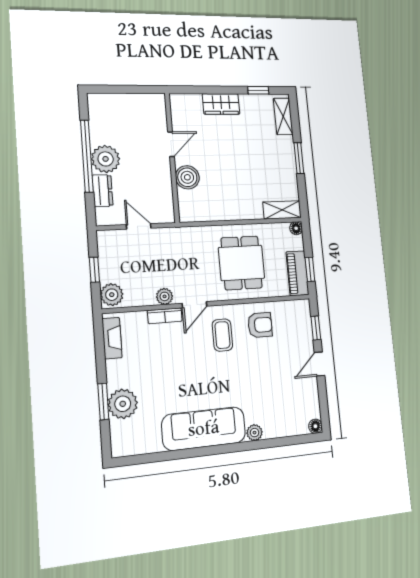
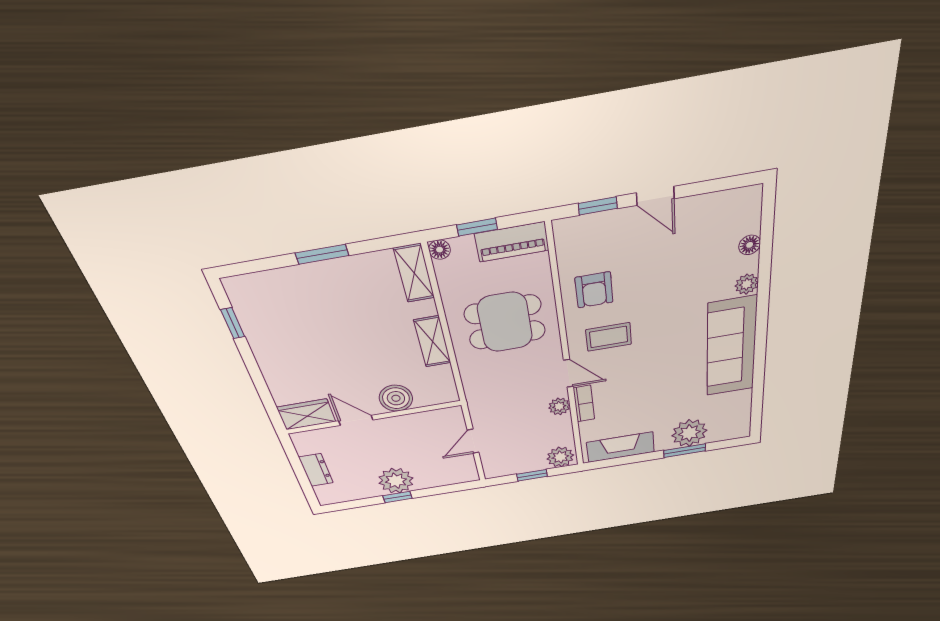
wardrobe: (221, 104) -> (306, 414), moved, turned -90
shelving: (283, 116) -> (432, 342), moved, turned 90
window: (87, 156) -> (398, 497), width x0.32
dresser: (103, 191) -> (316, 470), moved, turned 90
window: (310, 269) -> (477, 227), moved
armchair: (260, 325) -> (594, 290), turned 180
fireplace: (112, 338) -> (620, 447), width x1.37, depth x1.32
floor lamp: (315, 426) -> (750, 245), moved

